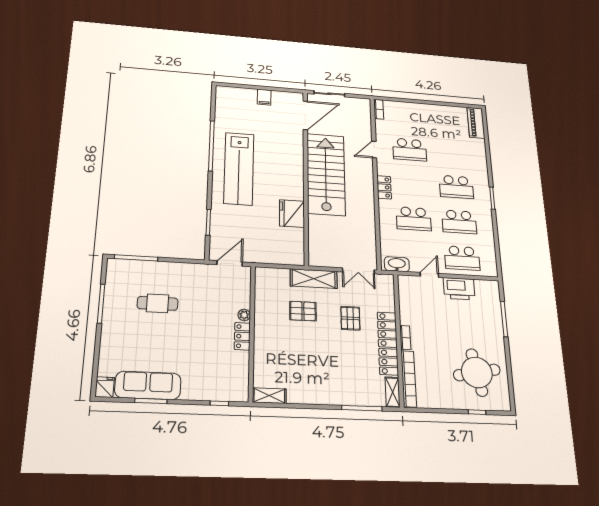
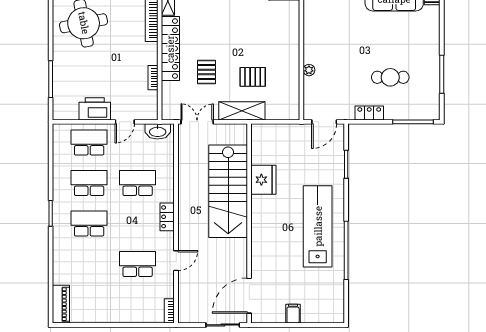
stairs: (326, 174) -> (228, 191), moved
locker: (242, 336) -> (369, 113), moved, turned -90
bookcase: (405, 338) -> (153, 78), moved

